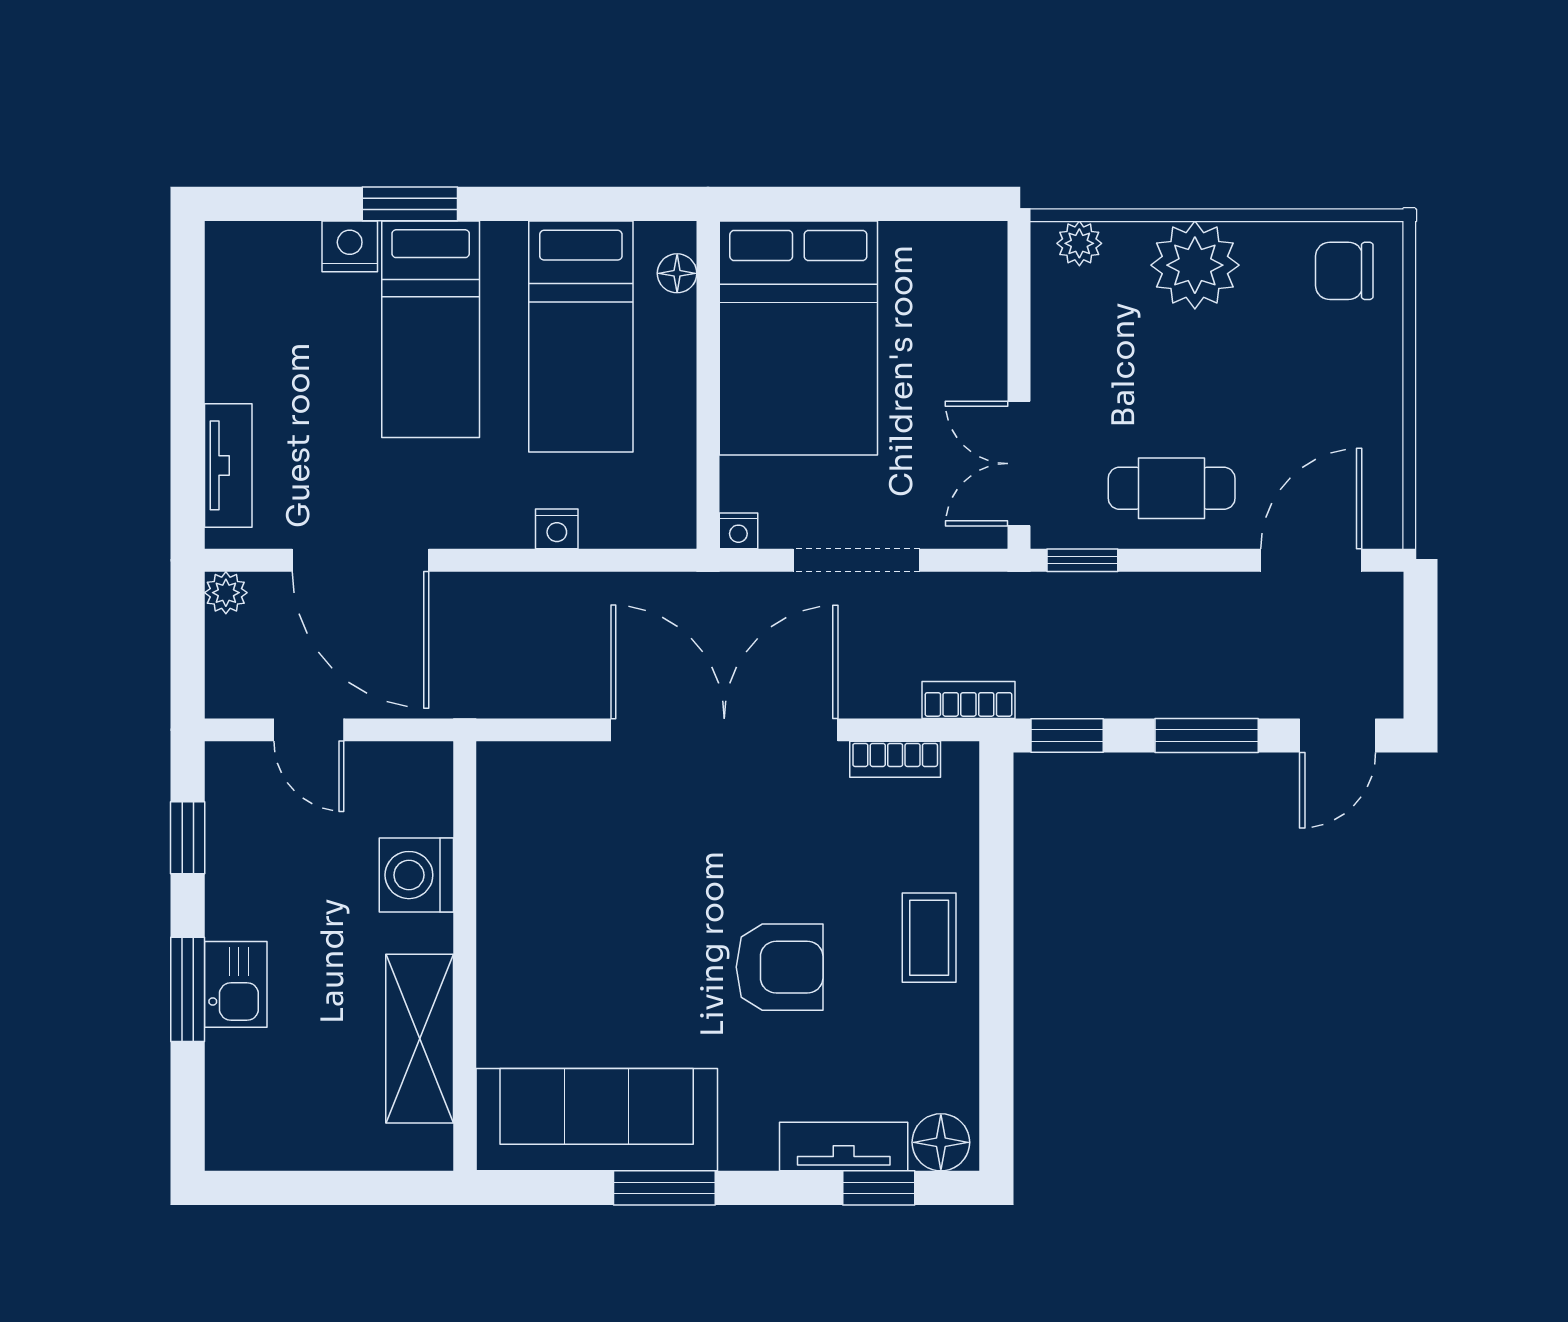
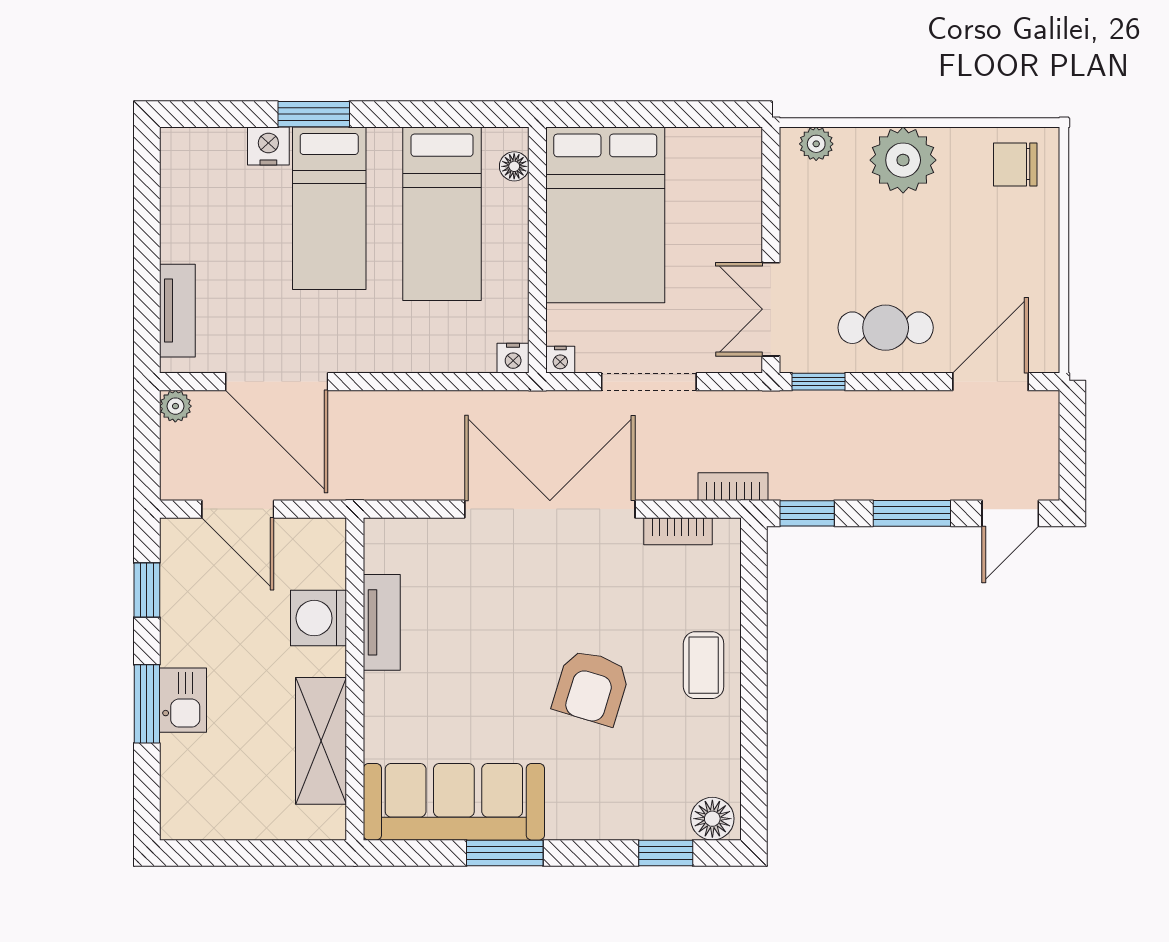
nightstand: (557, 529) -> (513, 358), moved
door: (309, 730) -> (238, 509), width x1.38
armchair: (780, 967) -> (591, 687), turned 107
tv unit: (844, 1146) -> (382, 622), moved, turned 90

